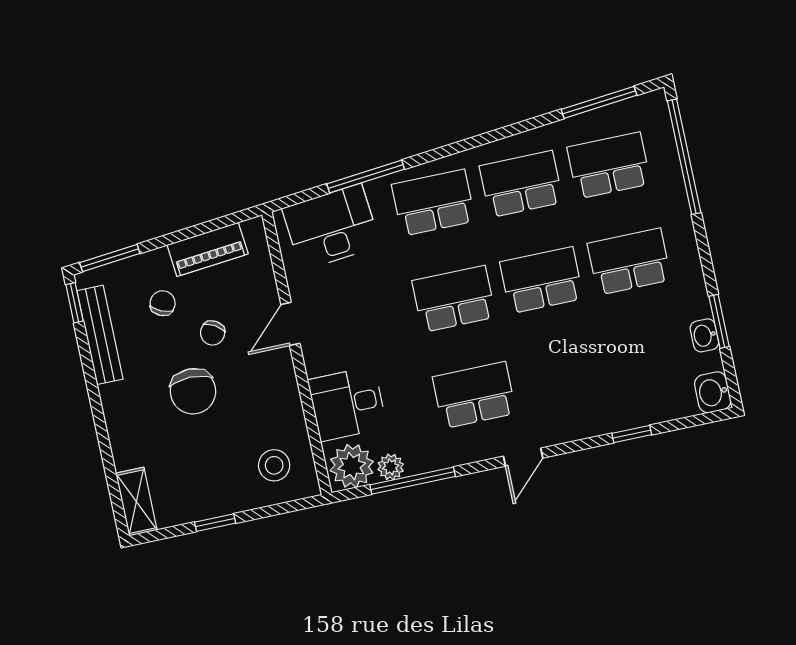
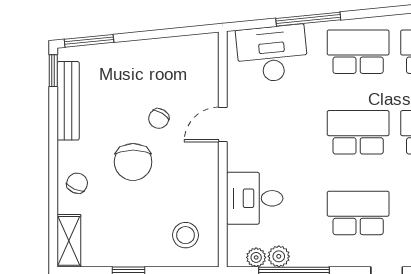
piano: (208, 249) -> (169, 51), removed
chair: (163, 303) -> (77, 183), moved
plant: (352, 466) -> (256, 257), width x0.53, depth x0.53

